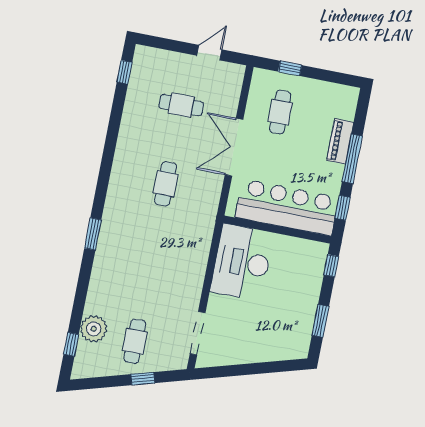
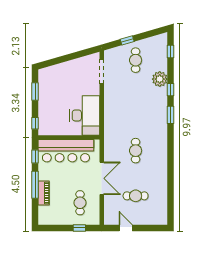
door: (209, 53) -> (126, 228), swing flipped
window: (125, 72) -> (170, 90), moved
plant: (94, 329) -> (160, 79), moved

